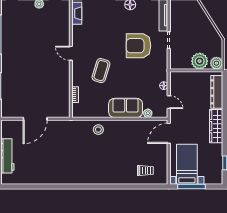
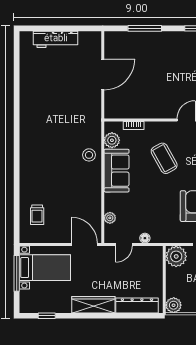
plant: (200, 61) -> (176, 256), moved
coffee table: (101, 71) -> (164, 158), turned 44
sofa: (126, 108) -> (117, 171), moved
plant: (87, 112) -> (112, 140), added
door: (35, 119) -> (103, 75), swing flipped

